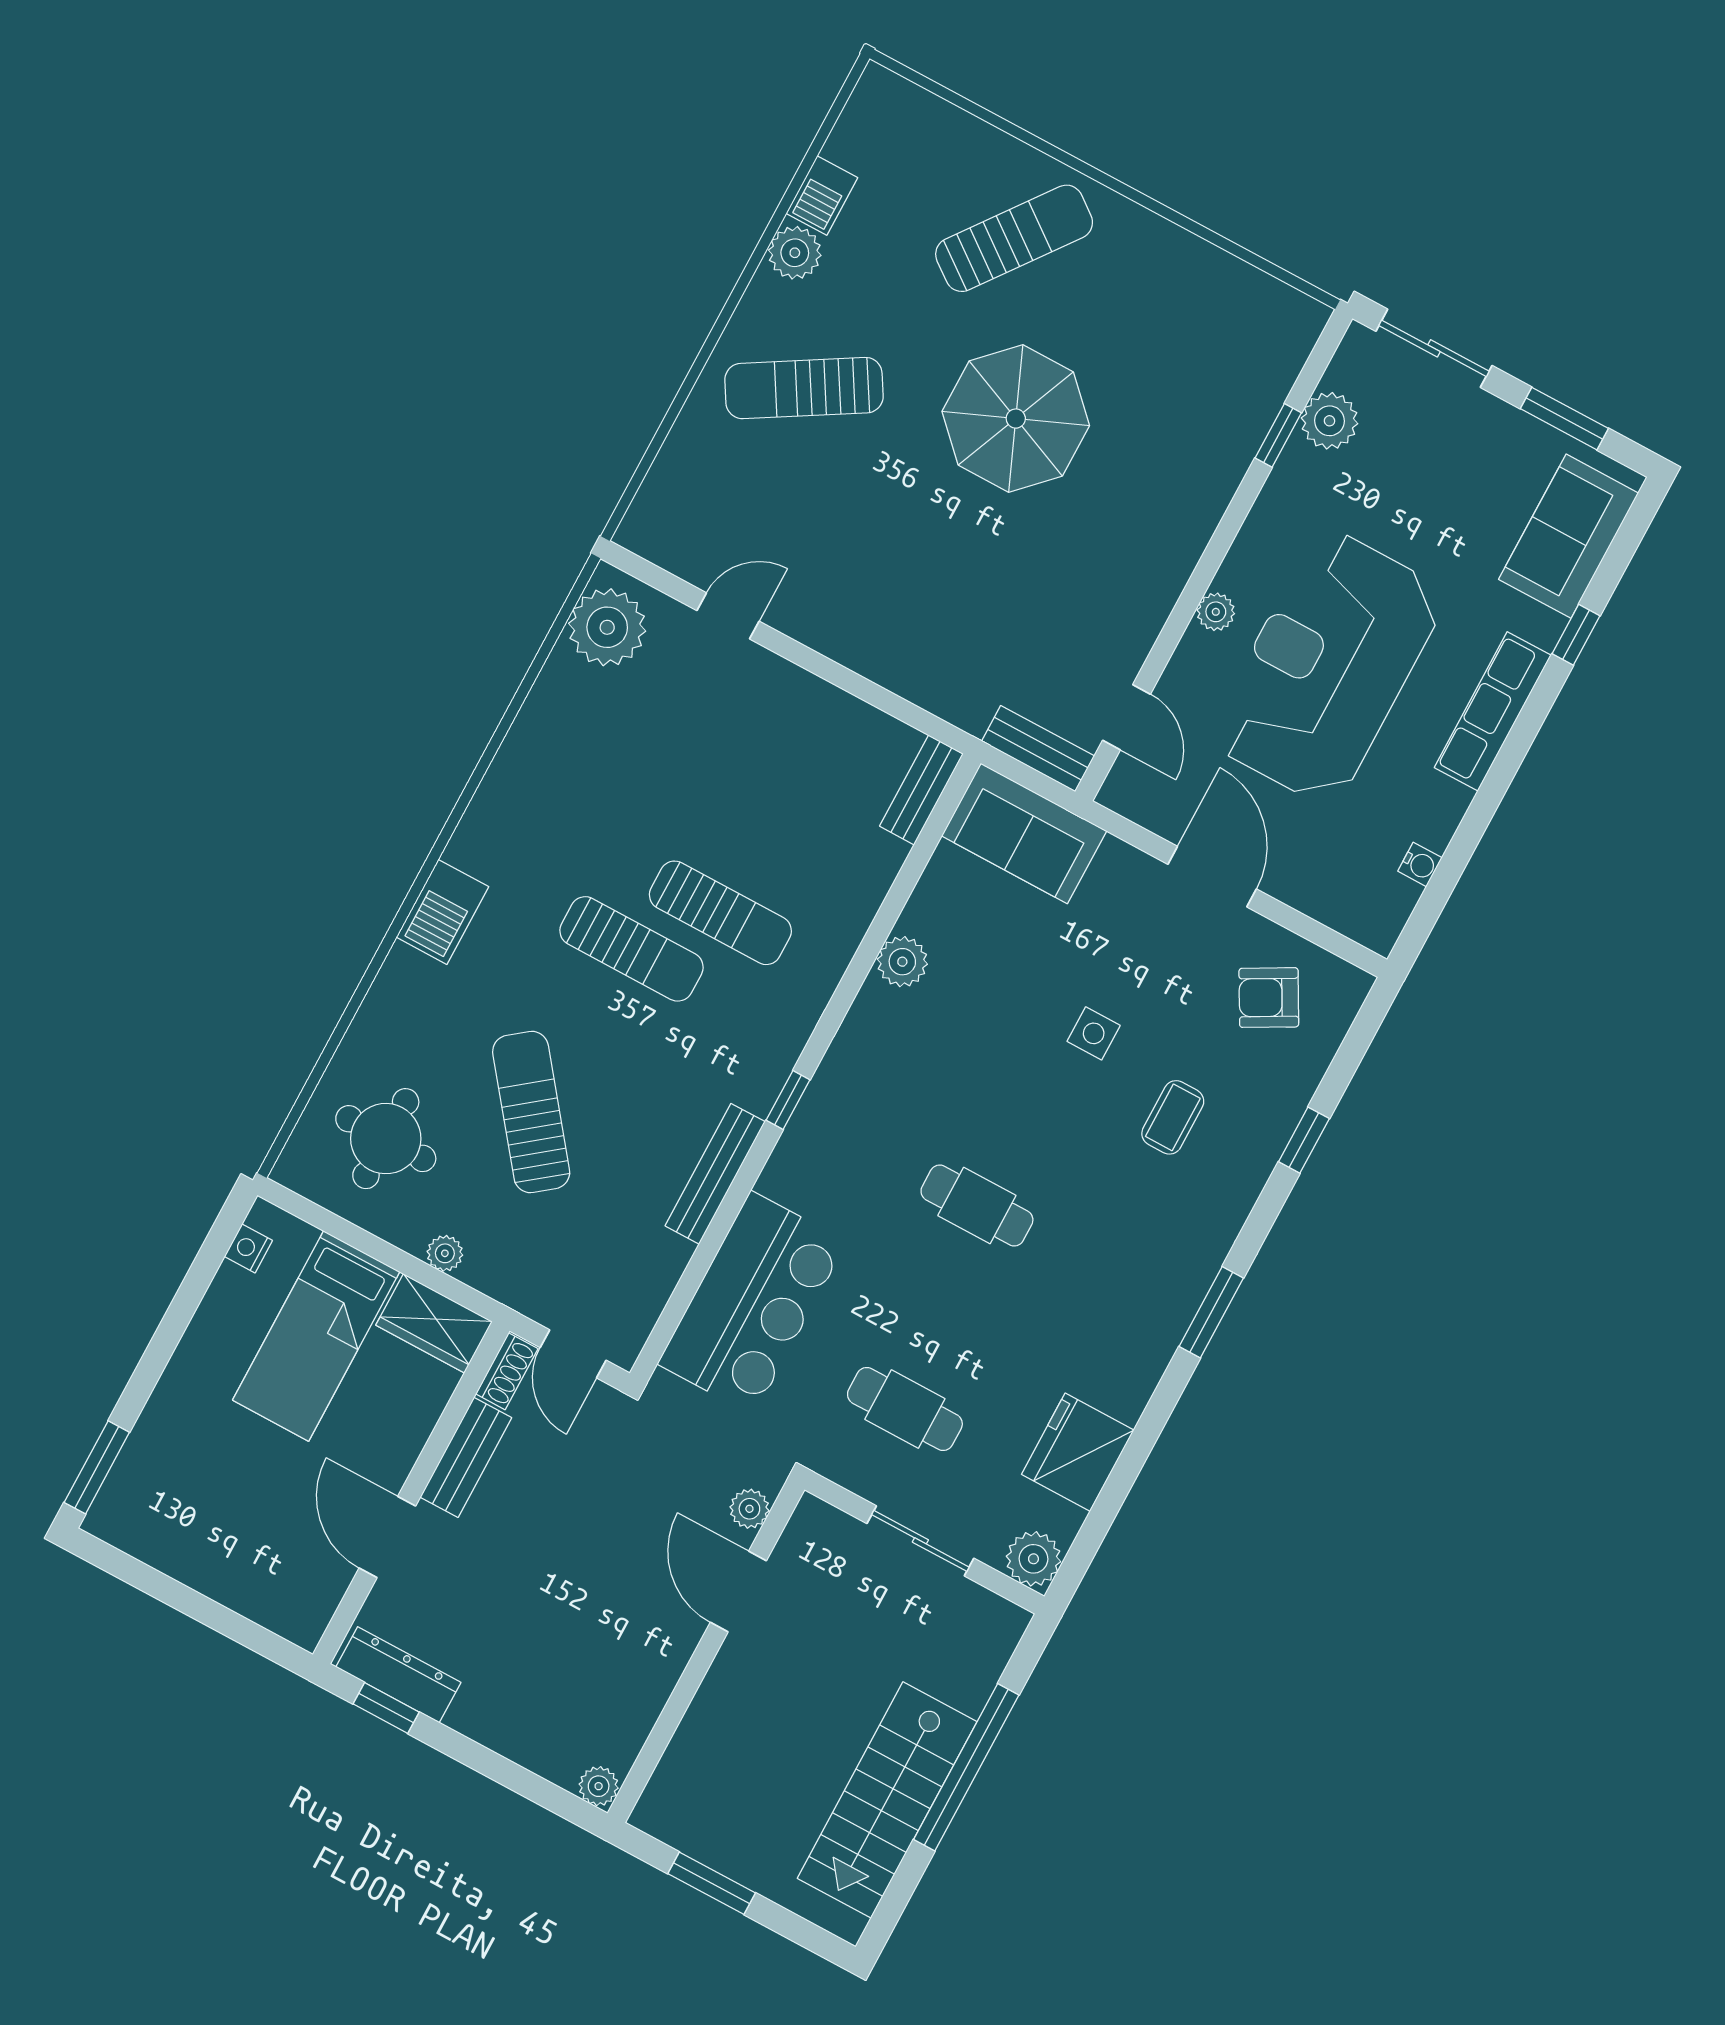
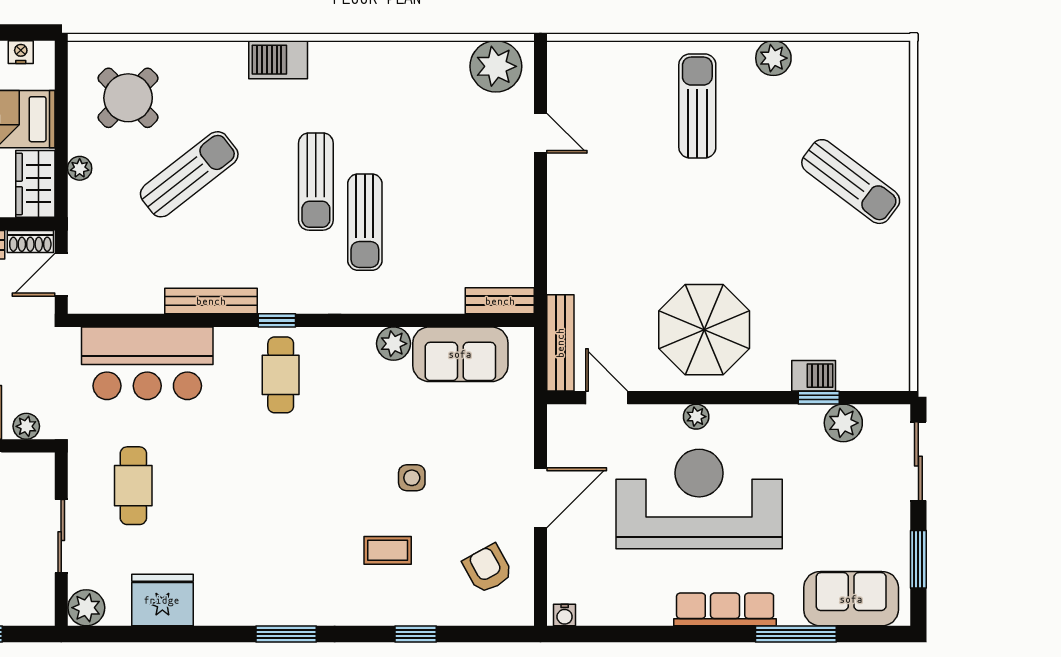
barbecue: (822, 196) -> (814, 376), moved, turned 180
sun lounger: (804, 388) -> (697, 106), turned 31
parasol: (1016, 419) -> (704, 330), moved
window: (1576, 635) -> (796, 634), width x2.17
door: (1126, 717) -> (607, 398), swing flipped
bench: (1038, 749) -> (560, 343), width x1.36
sofa: (1024, 833) -> (460, 354), moved, turned -90
water cooler: (1420, 864) -> (565, 615), moved
round table: (386, 1139) -> (128, 98), turned 45
cafe table: (977, 1206) -> (281, 375), moved

